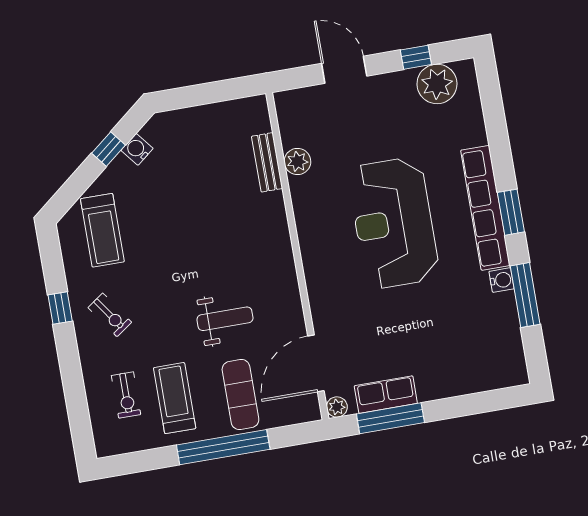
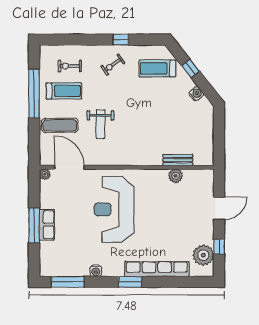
window: (109, 149) -> (190, 68), moved
row of seats: (485, 208) -> (157, 269), moved
reception desk: (393, 223) -> (114, 209), moved, turned -90
window: (525, 295) -> (67, 282), moved
row of seats: (386, 395) -> (47, 225), moved
window: (390, 418) -> (34, 225), moved
window: (223, 447) -> (34, 94), moved

